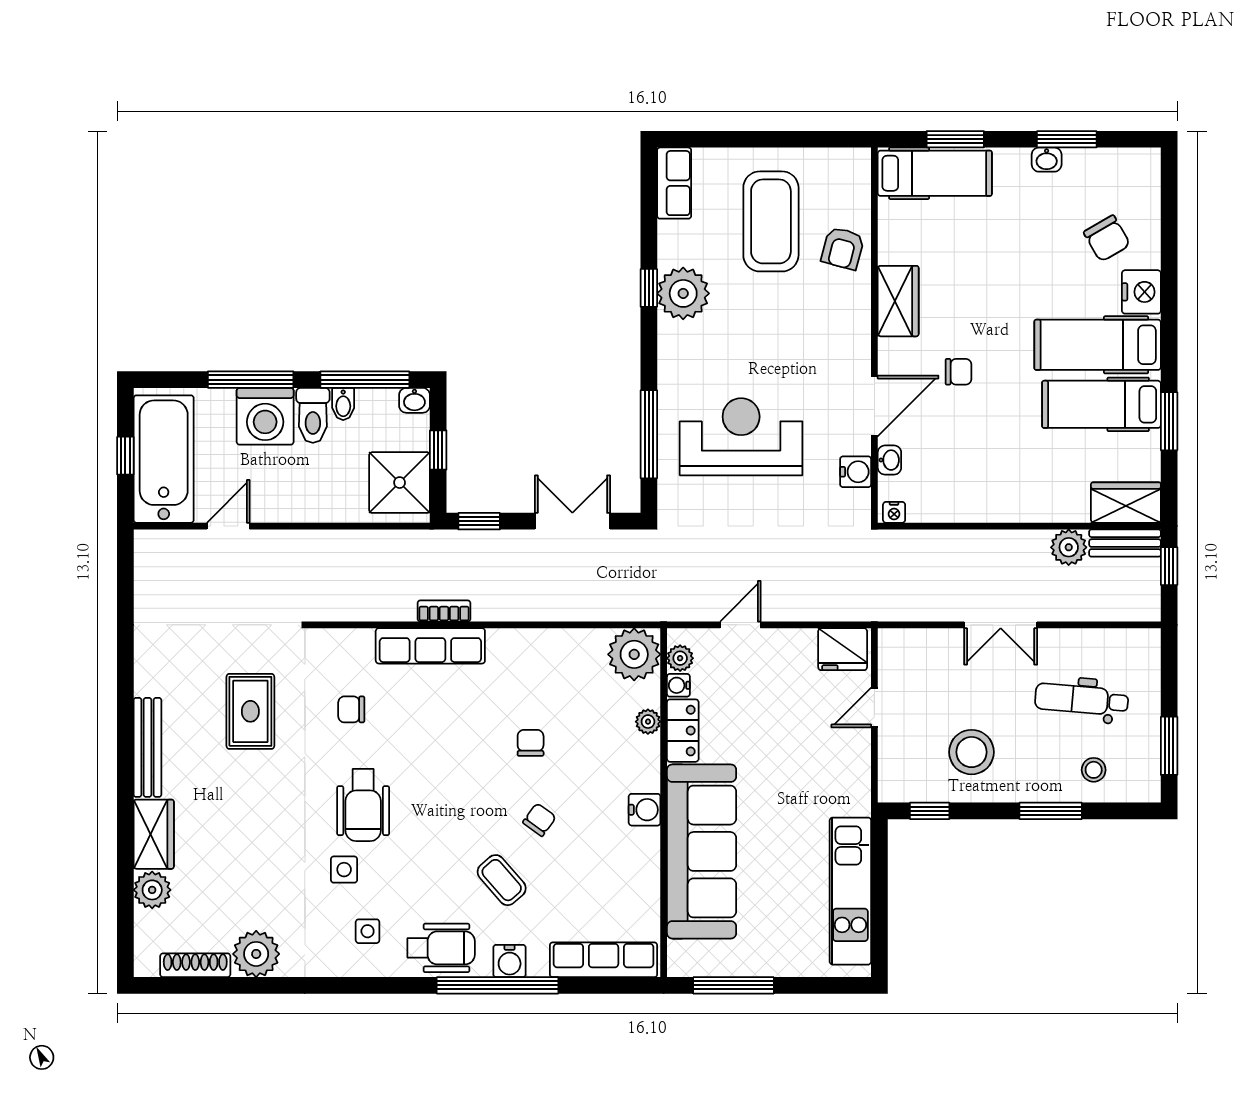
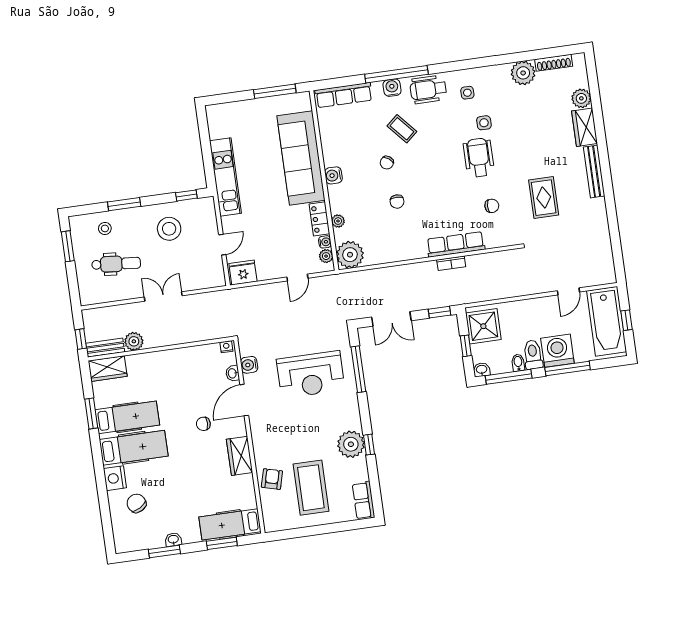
kitchen unit: (850, 891) -> (225, 177), moved

